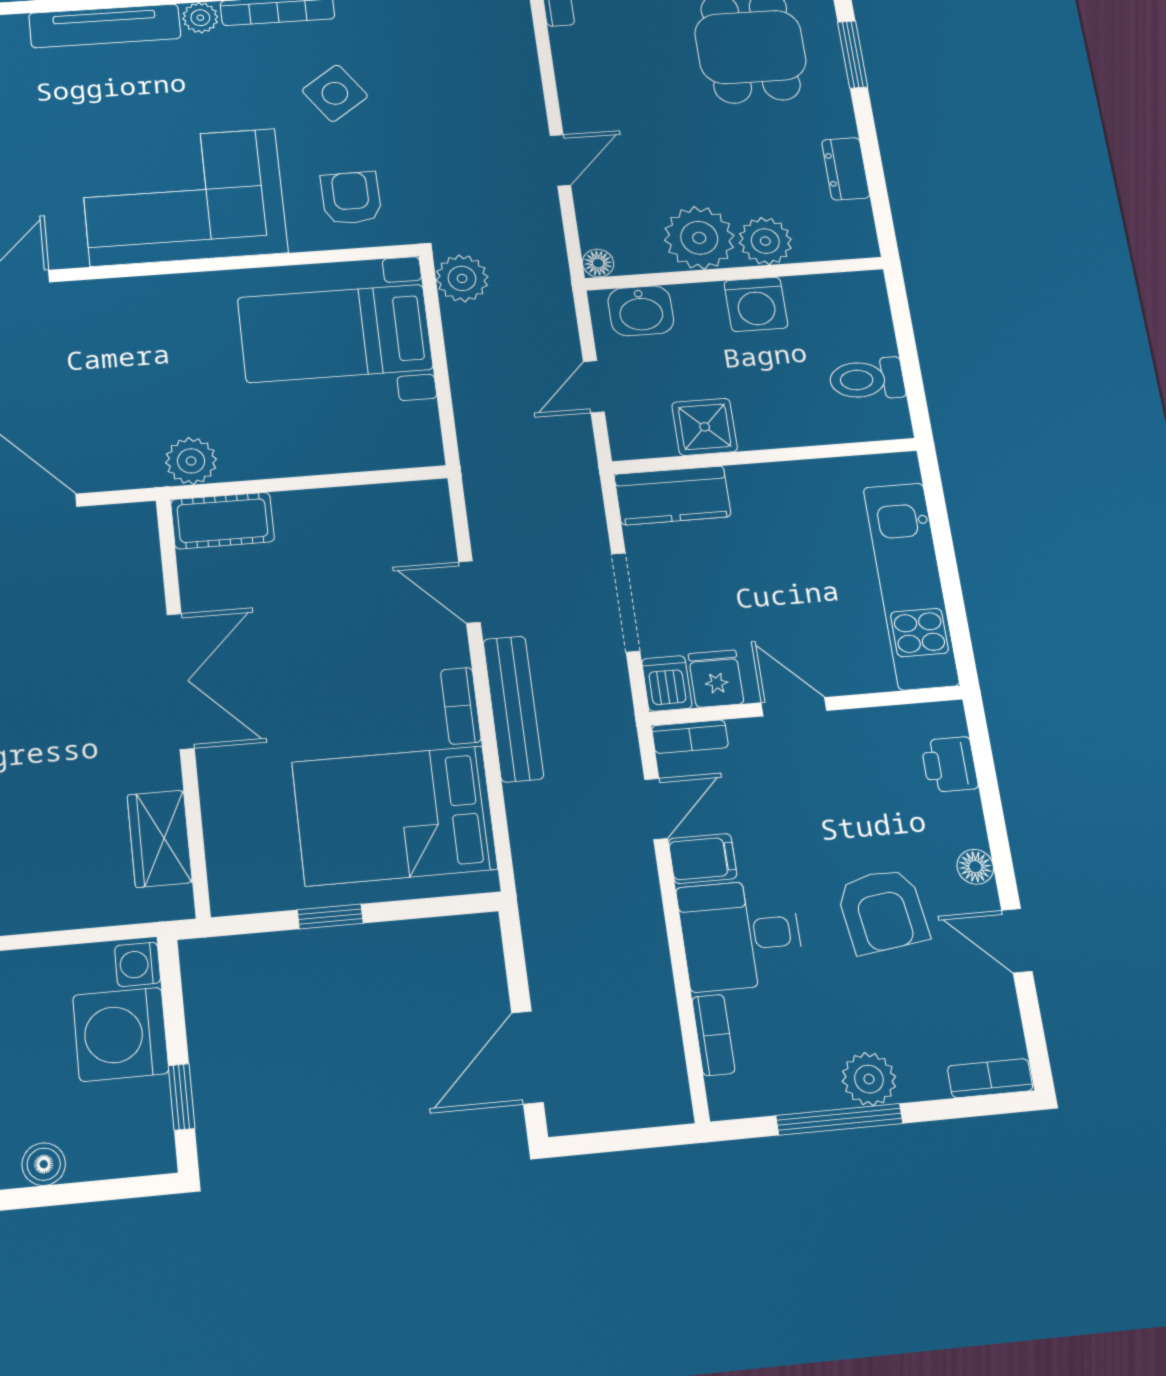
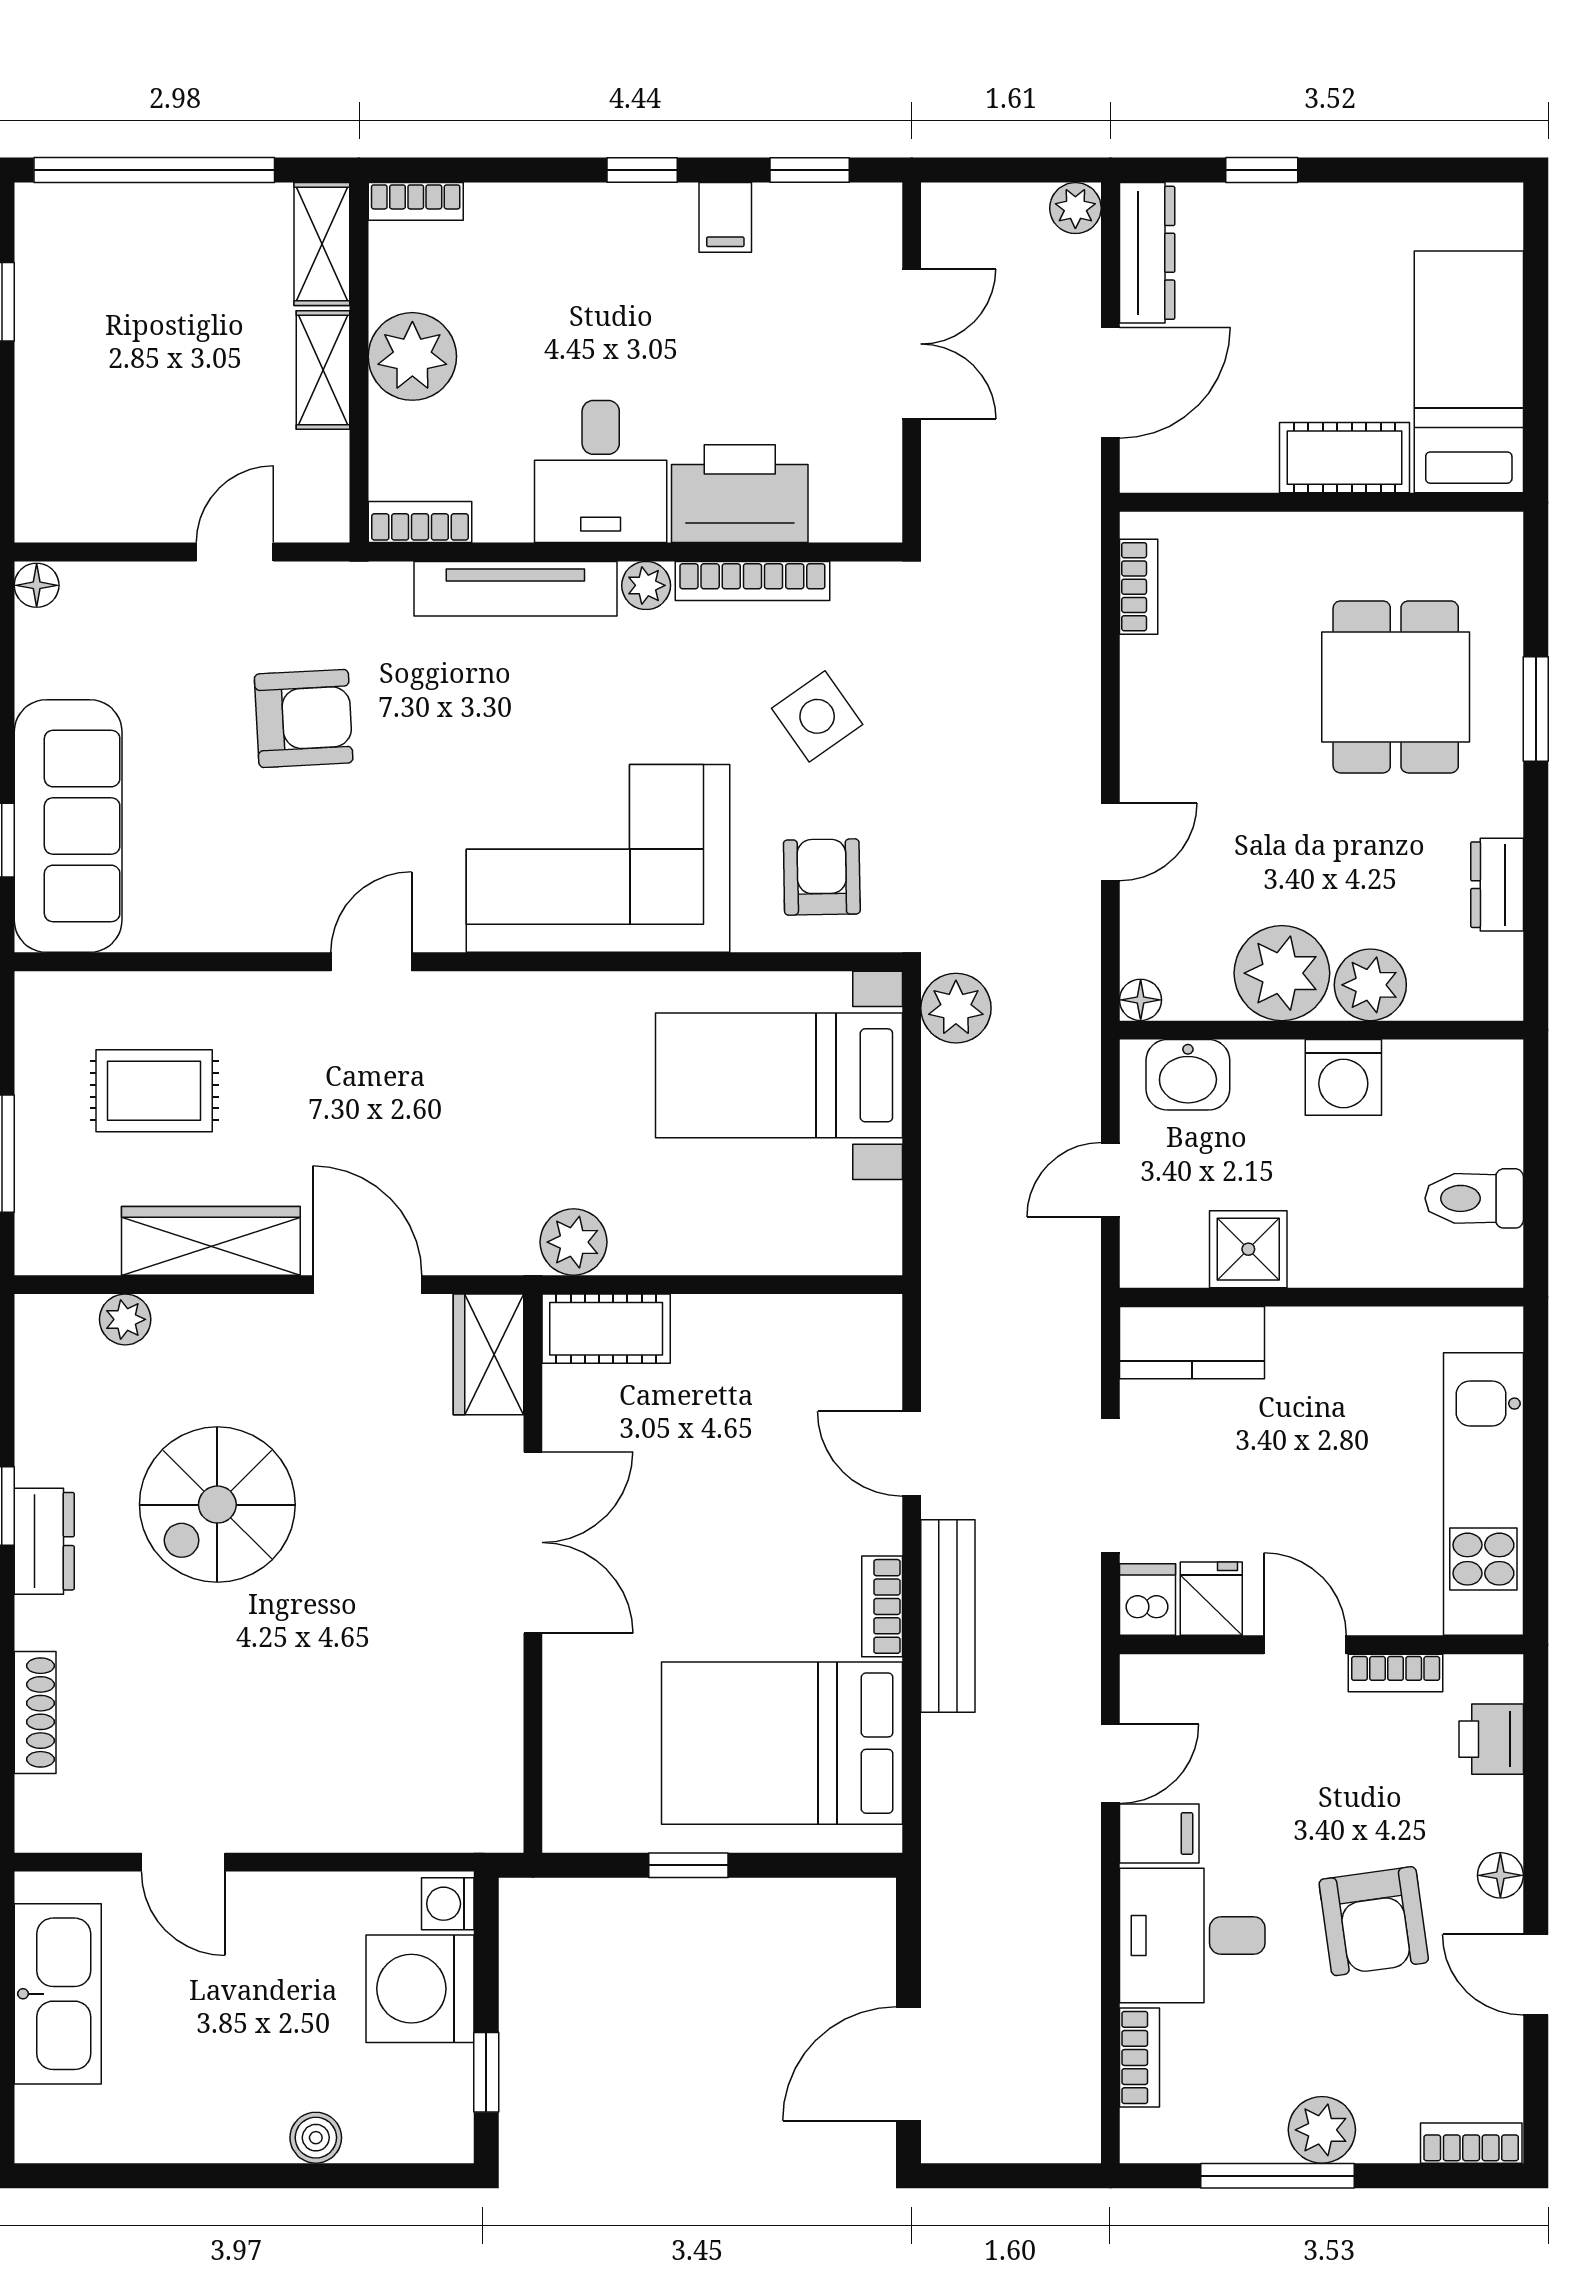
bookcase: (690, 737) -> (1396, 1673), moved
wardrobe: (160, 839) -> (489, 1354), moved

